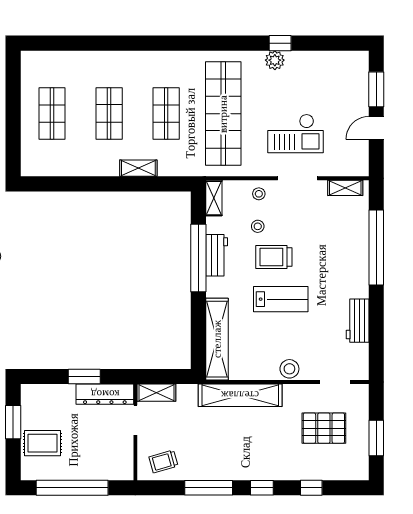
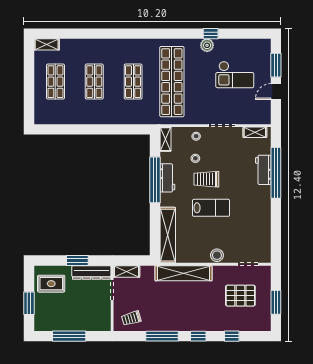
checkout: (296, 134) -> (235, 75), moved
shelving: (138, 168) -> (47, 44), moved
workbench: (358, 321) -> (263, 170), moved
window: (13, 422) -> (29, 303), moved
rug: (42, 443) -> (51, 284), moved
window: (72, 488) -> (69, 336), width x0.68

